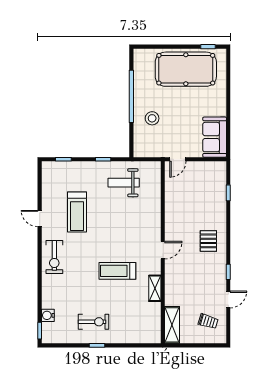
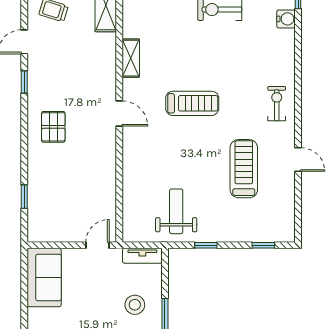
tv unit: (147, 152) -> (142, 256), added
weight bench: (124, 183) -> (176, 211), turned -90
door: (163, 250) -> (119, 113), swing flipped
exercise bike: (54, 257) -> (277, 104), width x0.73, depth x0.72
treadmill: (117, 271) -> (192, 103), moved

